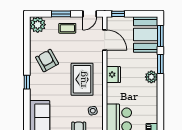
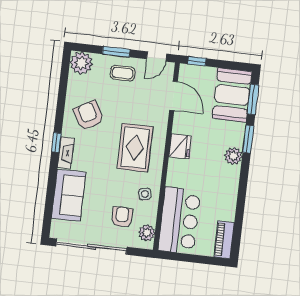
fireplace: (34, 89) -> (66, 153), added

